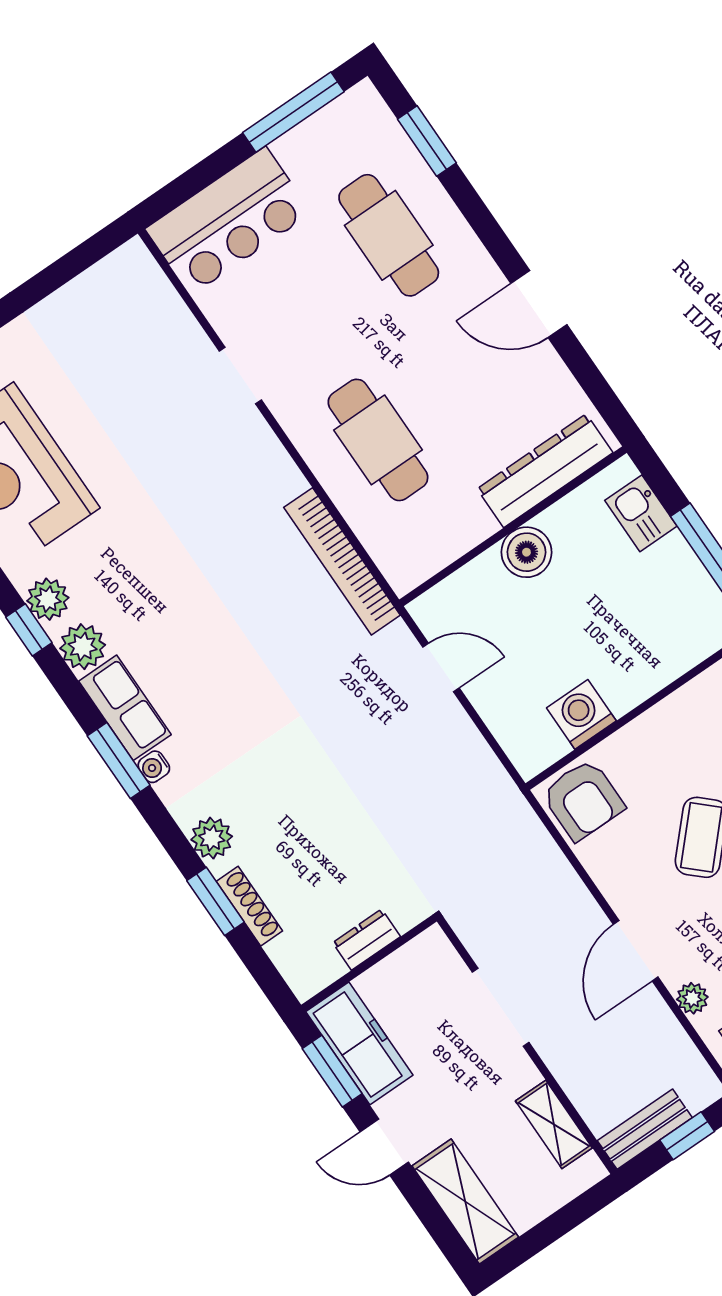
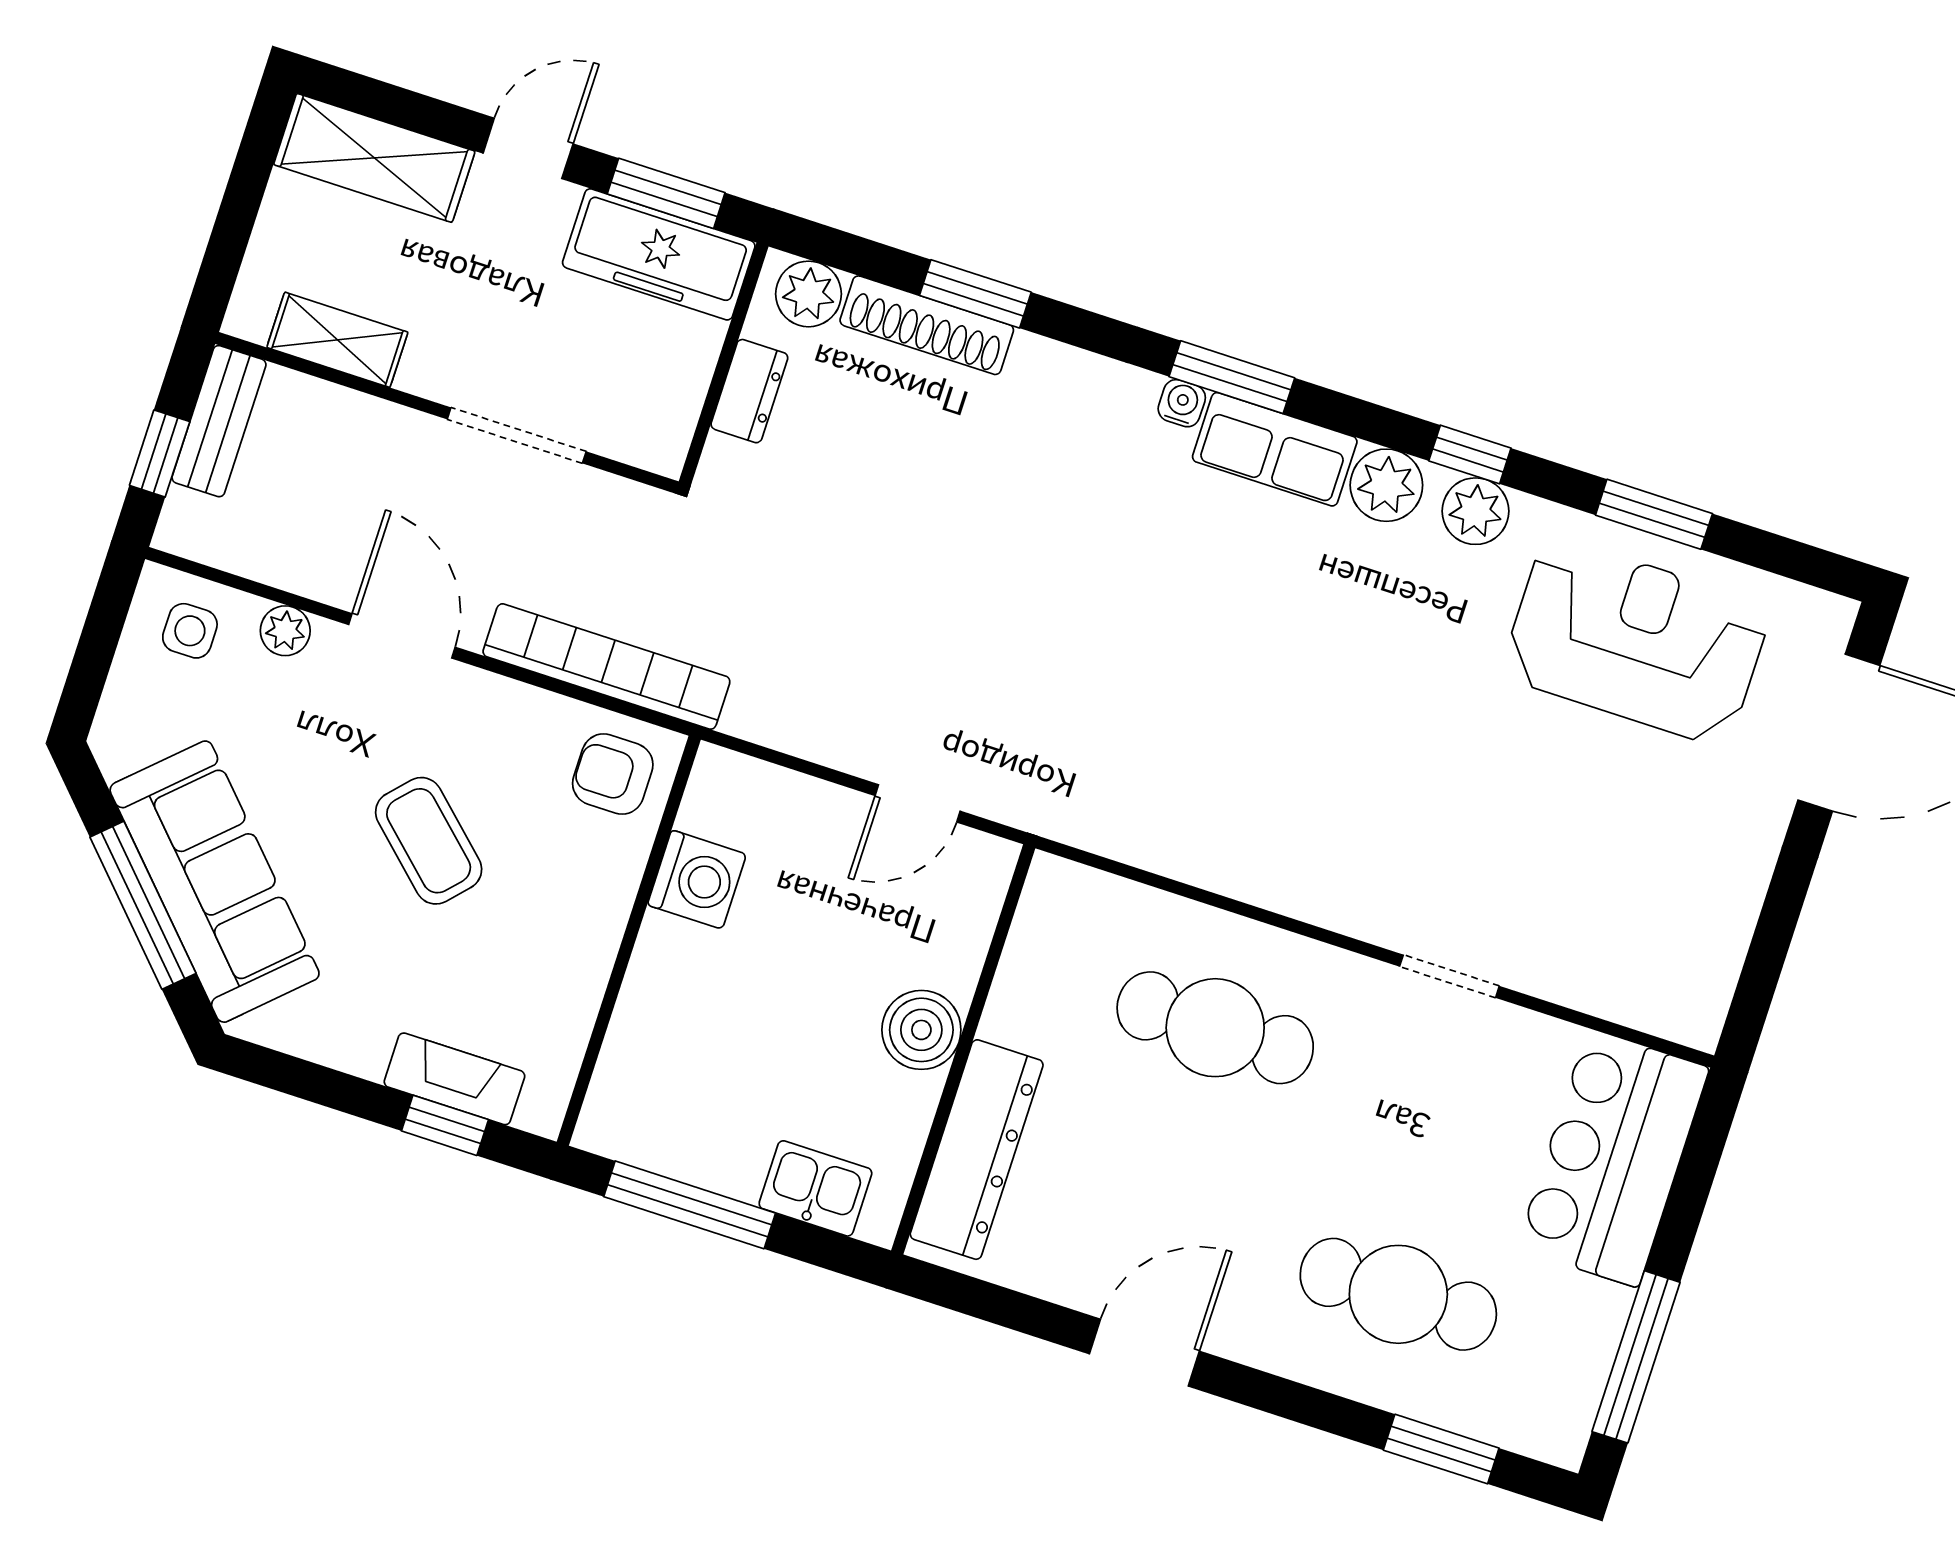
bookcase: (342, 561) -> (606, 667), moved
armchair: (583, 800) -> (613, 774), width x0.72, depth x0.72
plant: (212, 838) -> (809, 294), moved
shoe rack: (249, 906) -> (927, 325), width x1.36, depth x1.24

